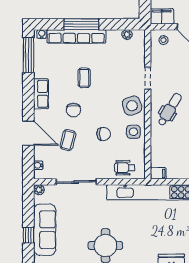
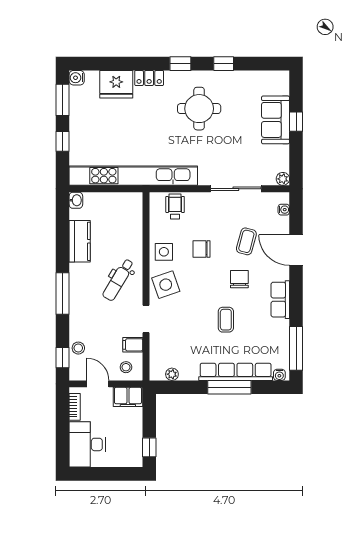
wheelchair: (125, 168) -> (175, 206), turned -90
filing cabinet: (158, 173) -> (133, 345), moved
sofa: (45, 230) -> (276, 120), width x0.73

